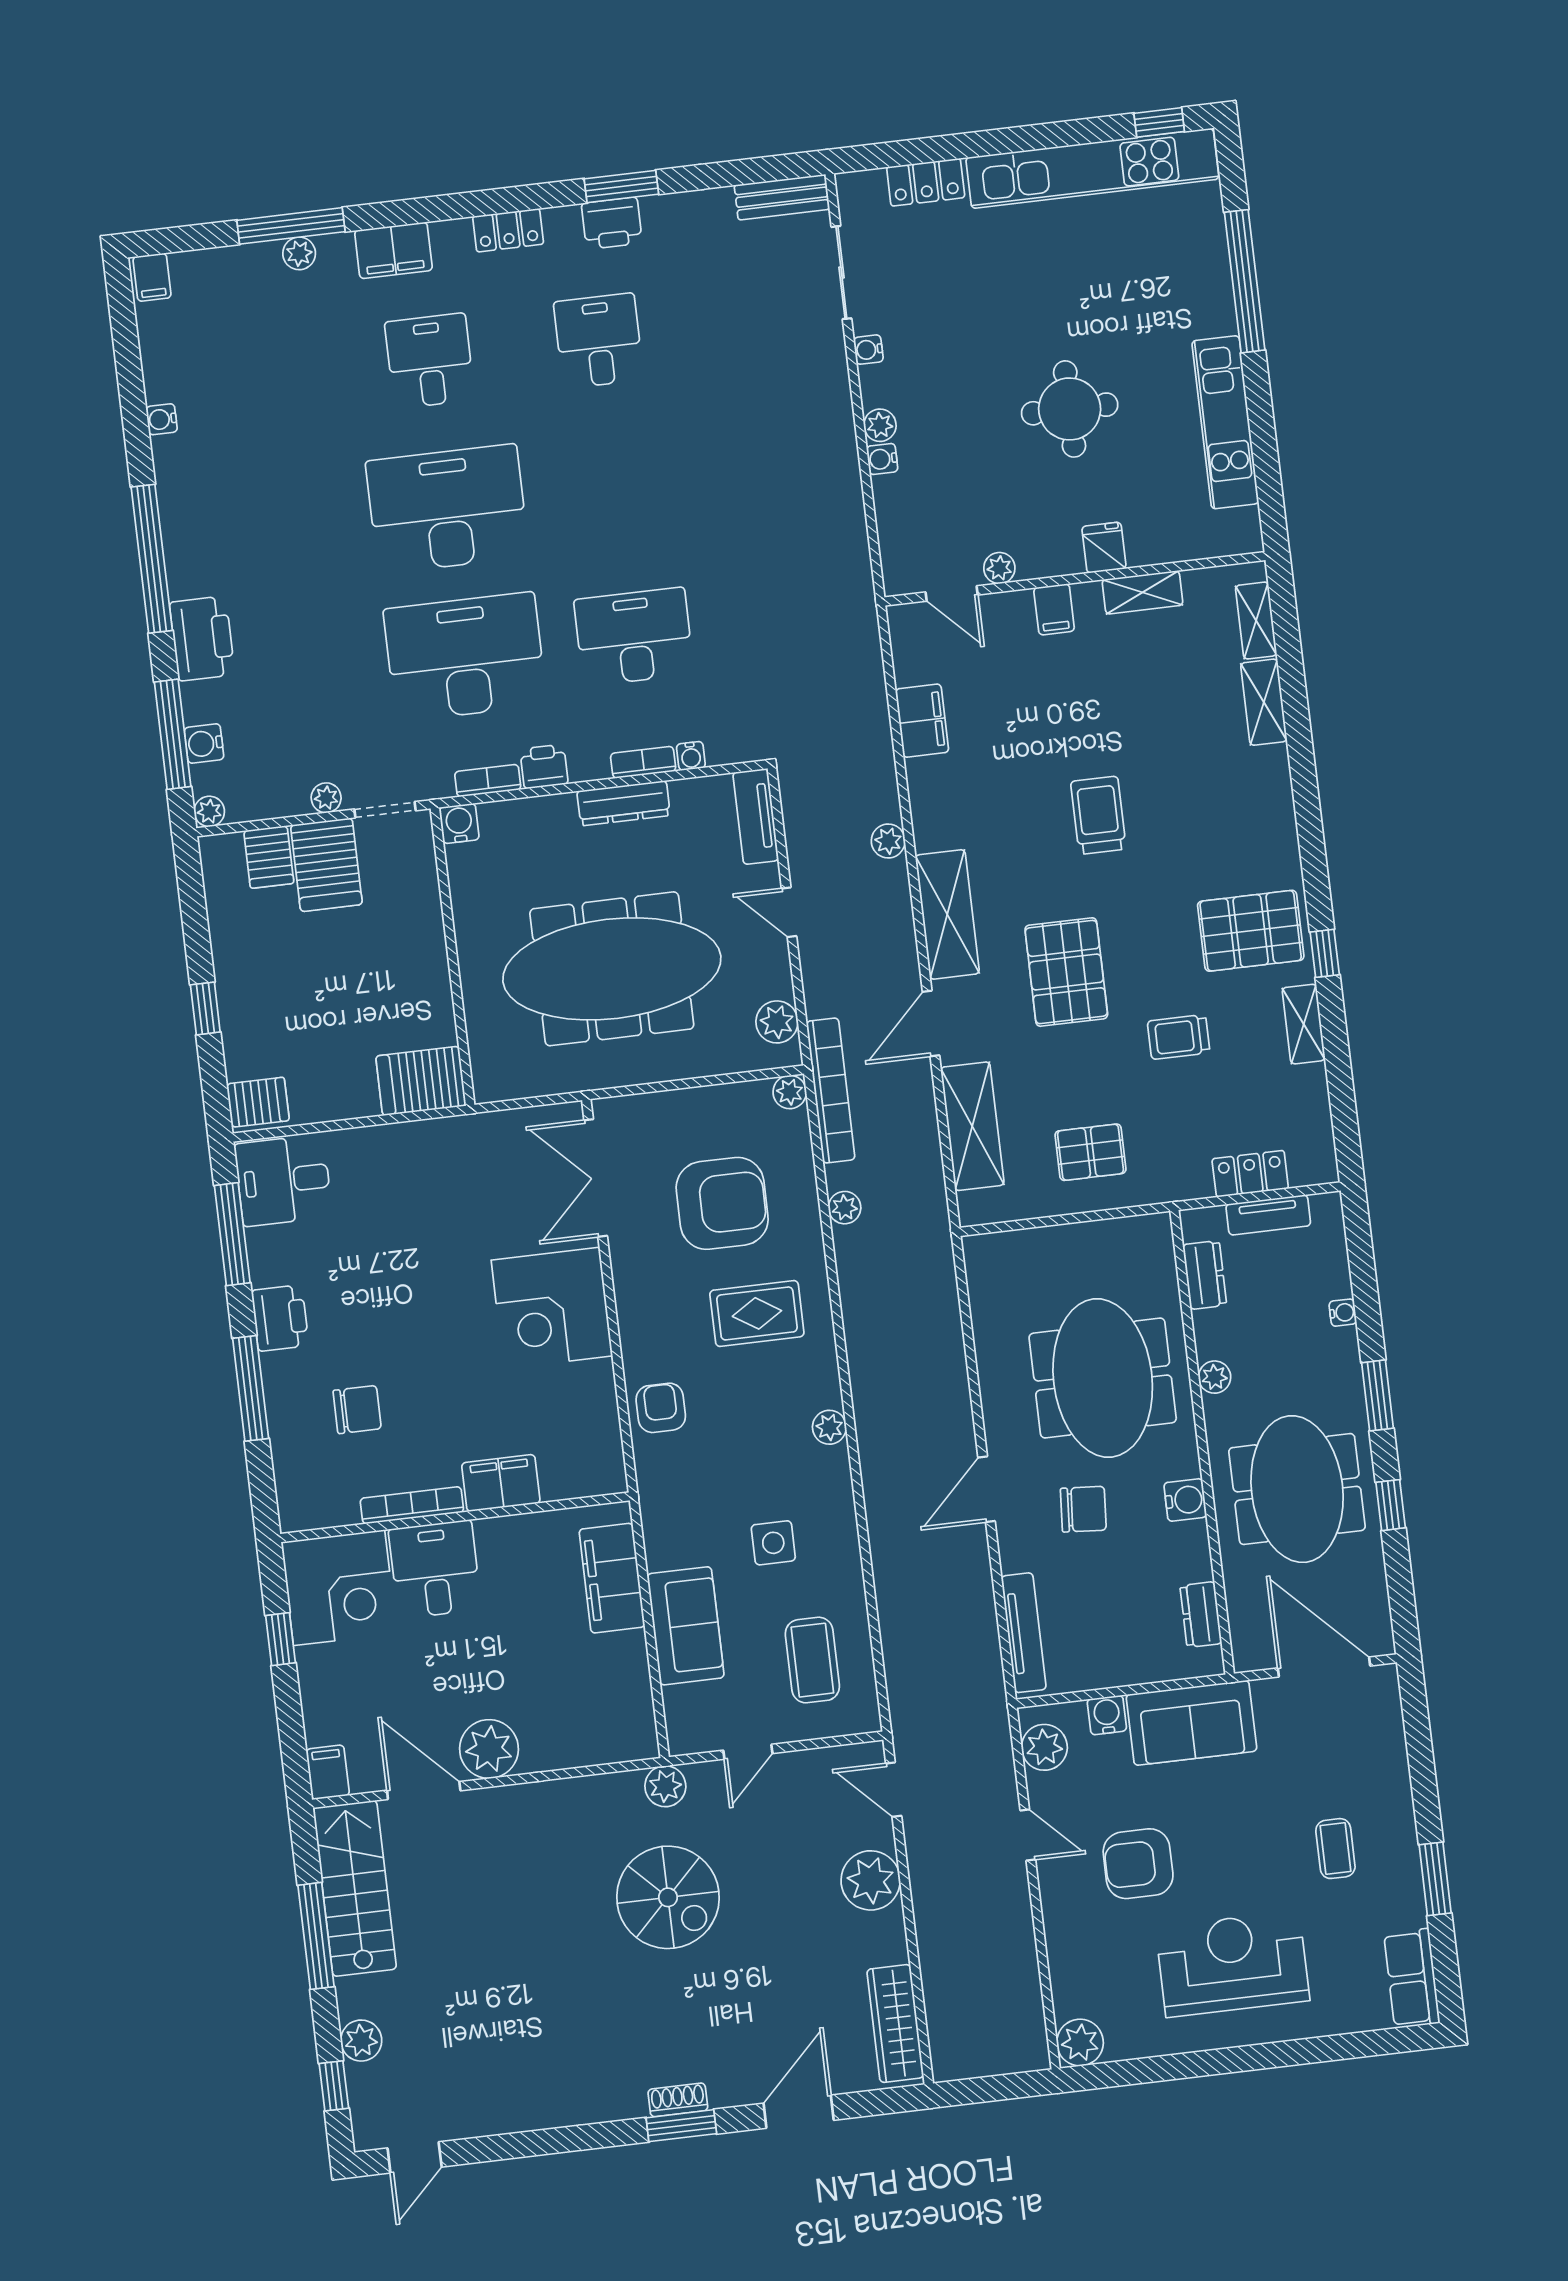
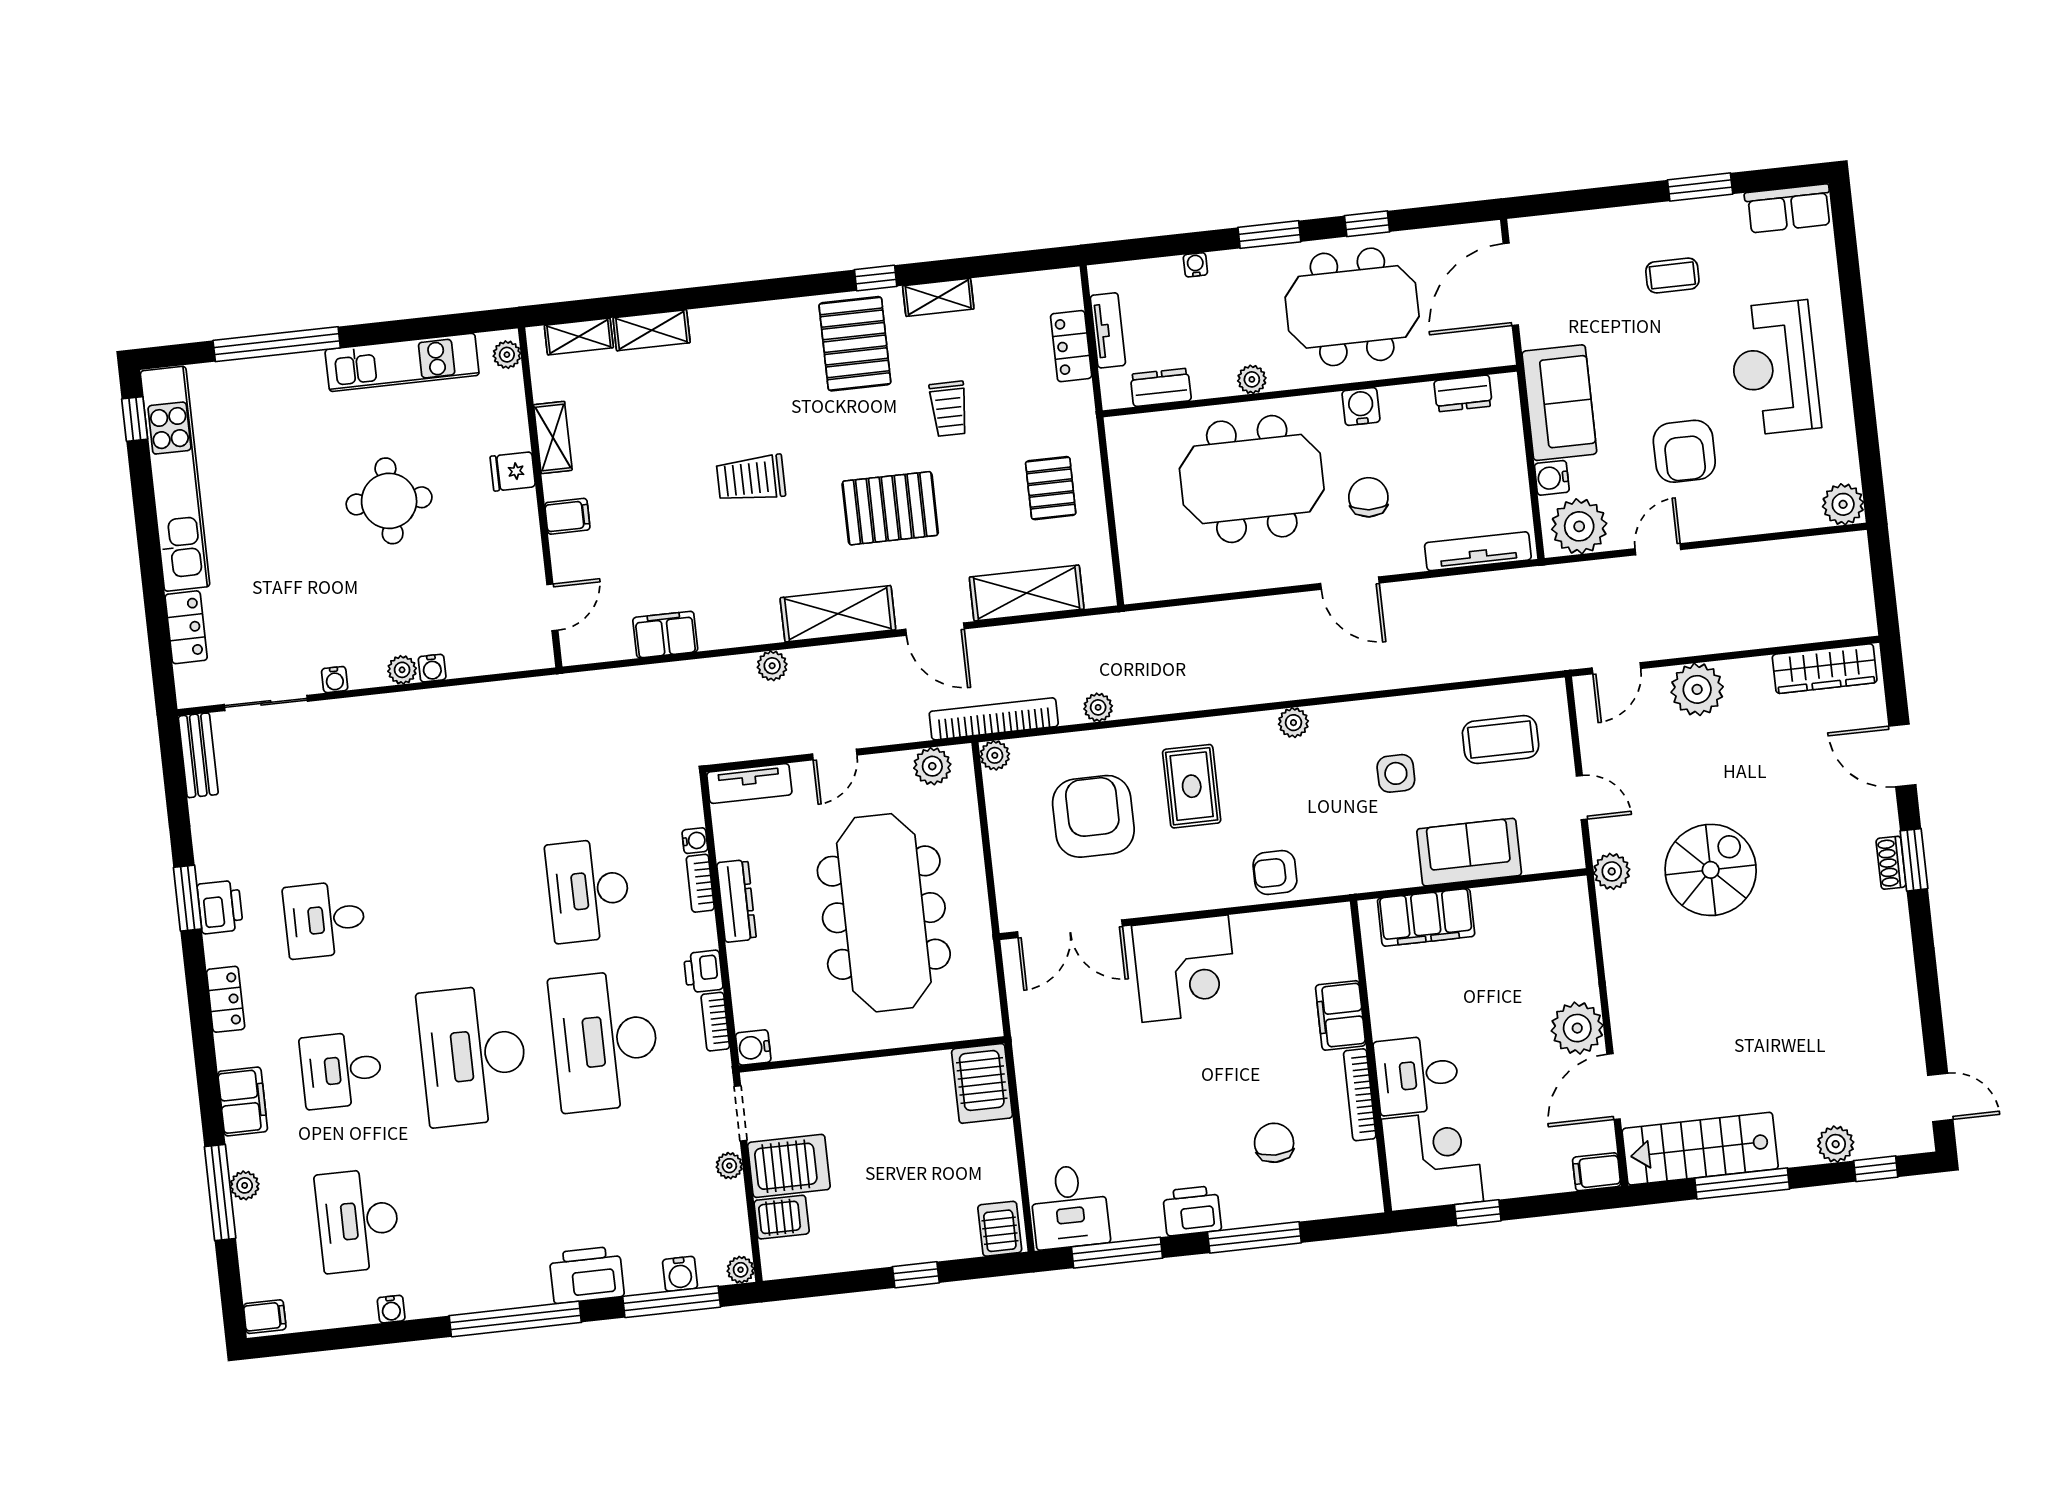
desk: (261, 381) -> (358, 1220), added
plant: (999, 568) -> (507, 355), moved
plant: (1044, 1747) -> (1579, 526), width x1.36, depth x1.36

